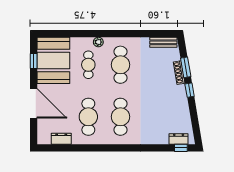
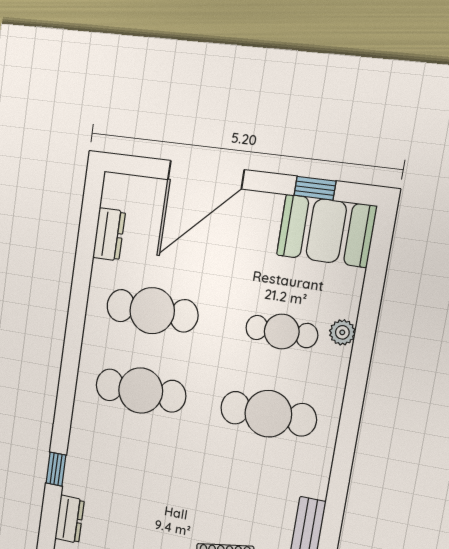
plant: (98, 42) -> (342, 332), moved
booth: (53, 60) -> (326, 231), width x0.73, depth x0.70
window: (181, 148) -> (56, 469), moved

